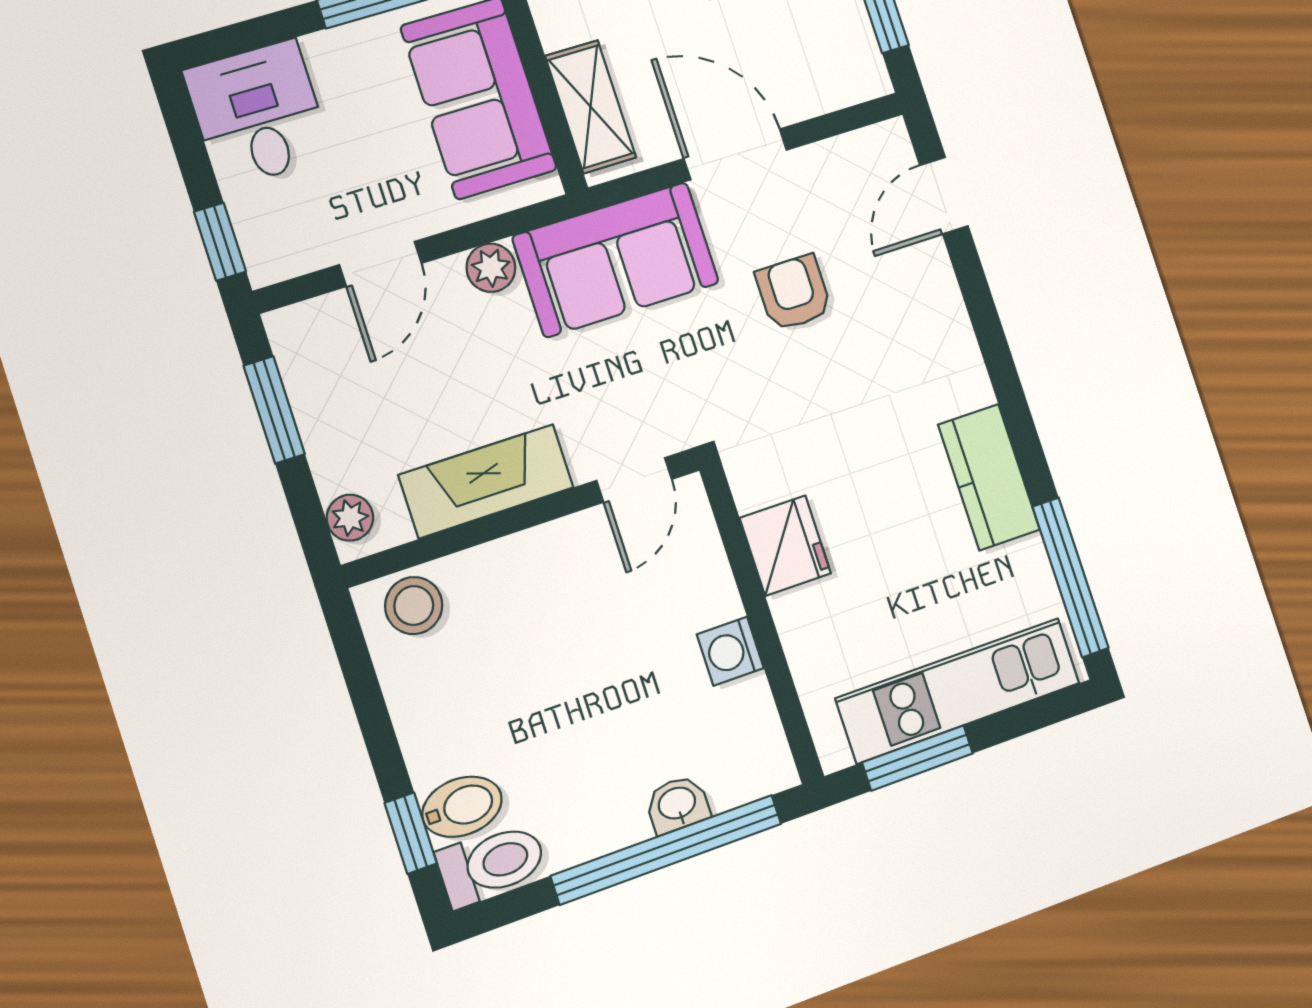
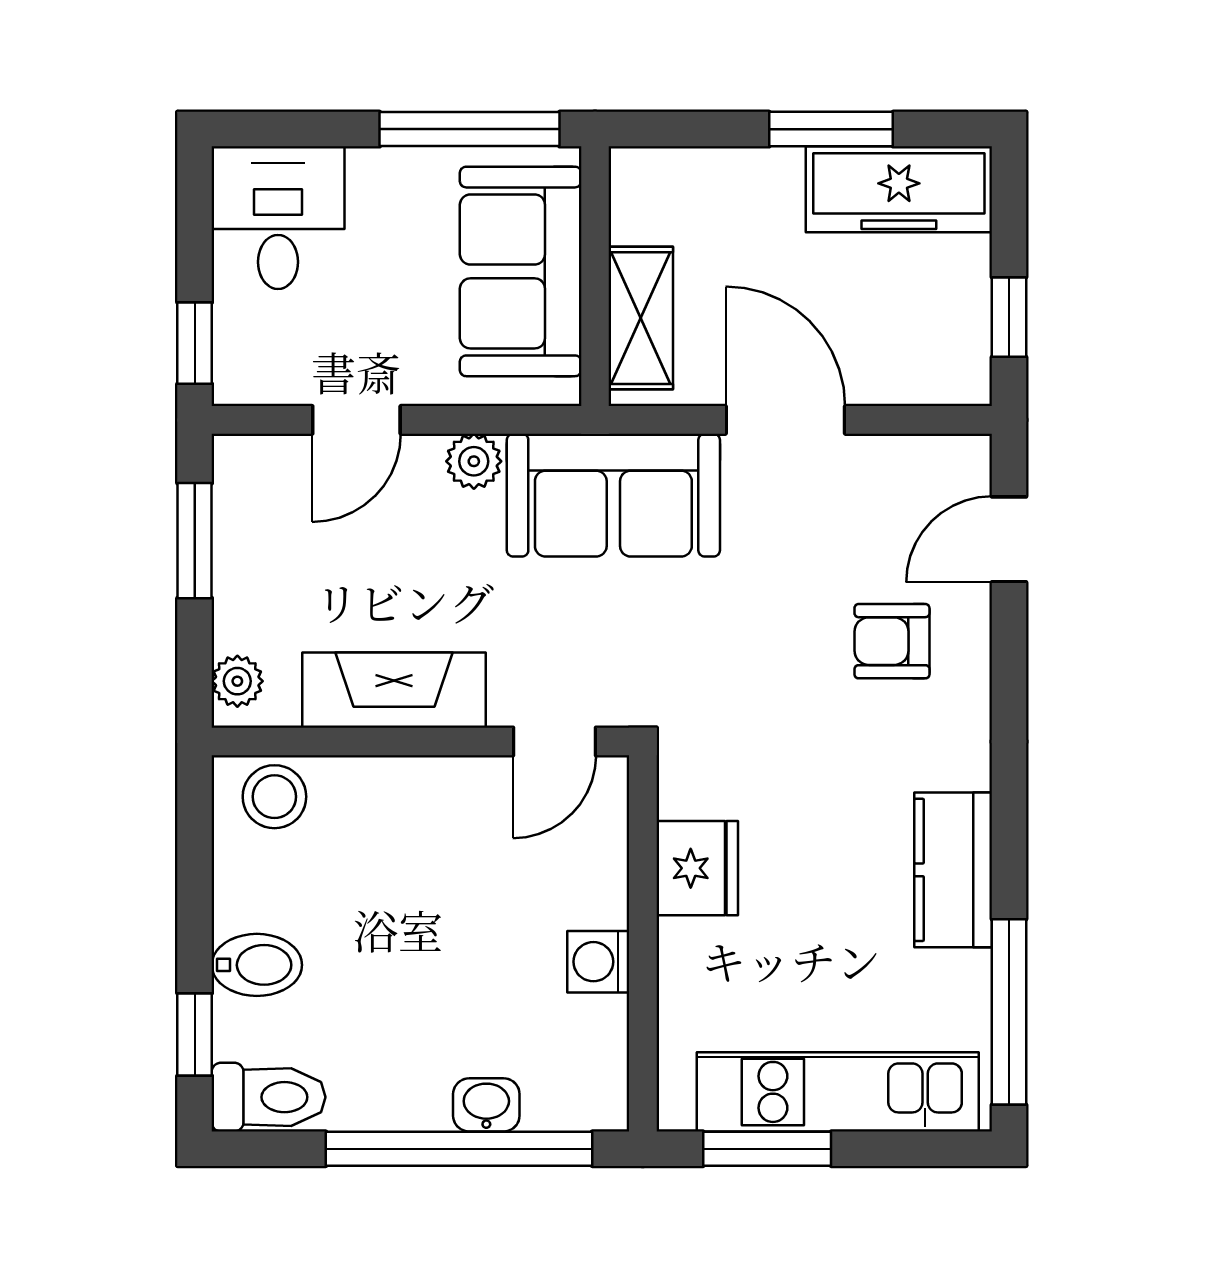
armchair: (794, 293) -> (892, 641), moved, turned -90
bidet: (462, 807) -> (257, 965), moved

